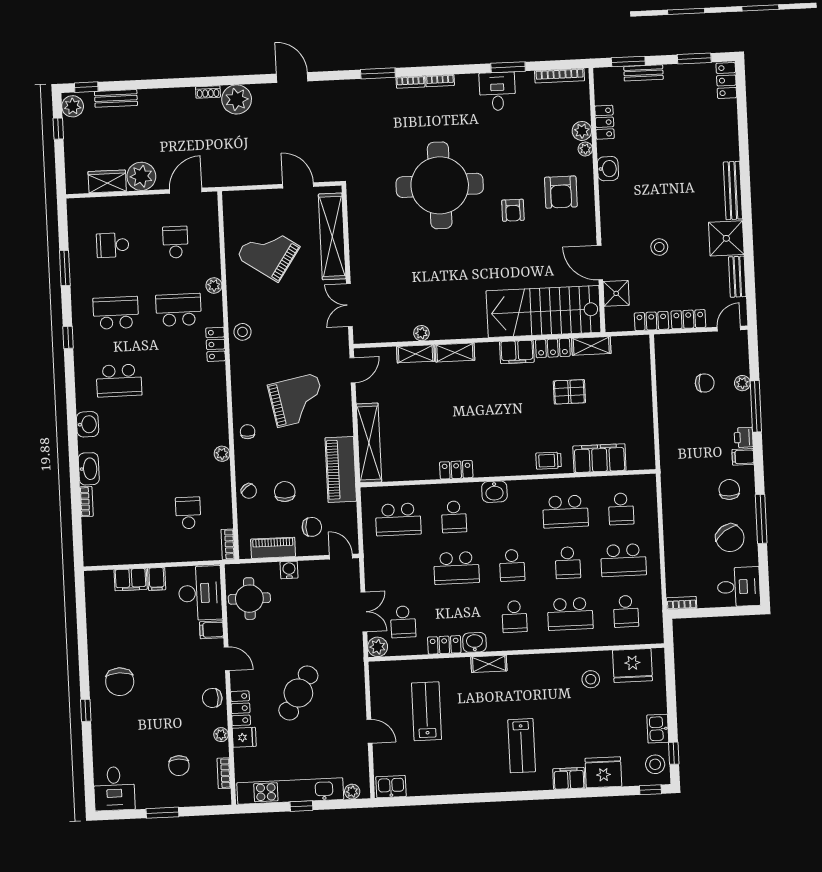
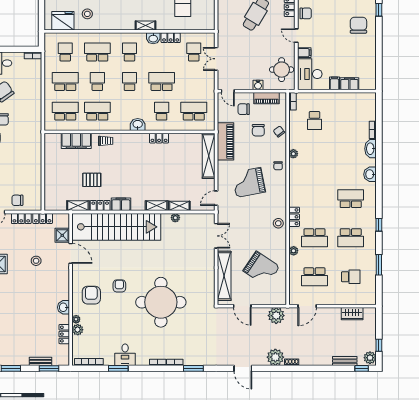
plant: (141, 176) -> (276, 316), moved
school desk: (175, 242) -> (314, 277), width x1.85
stairs: (544, 312) -> (116, 227), width x1.36
chair: (705, 383) -> (17, 200), moved
school desk: (621, 509) -> (65, 111), width x1.85
plant: (378, 647) -> (209, 38), removed

